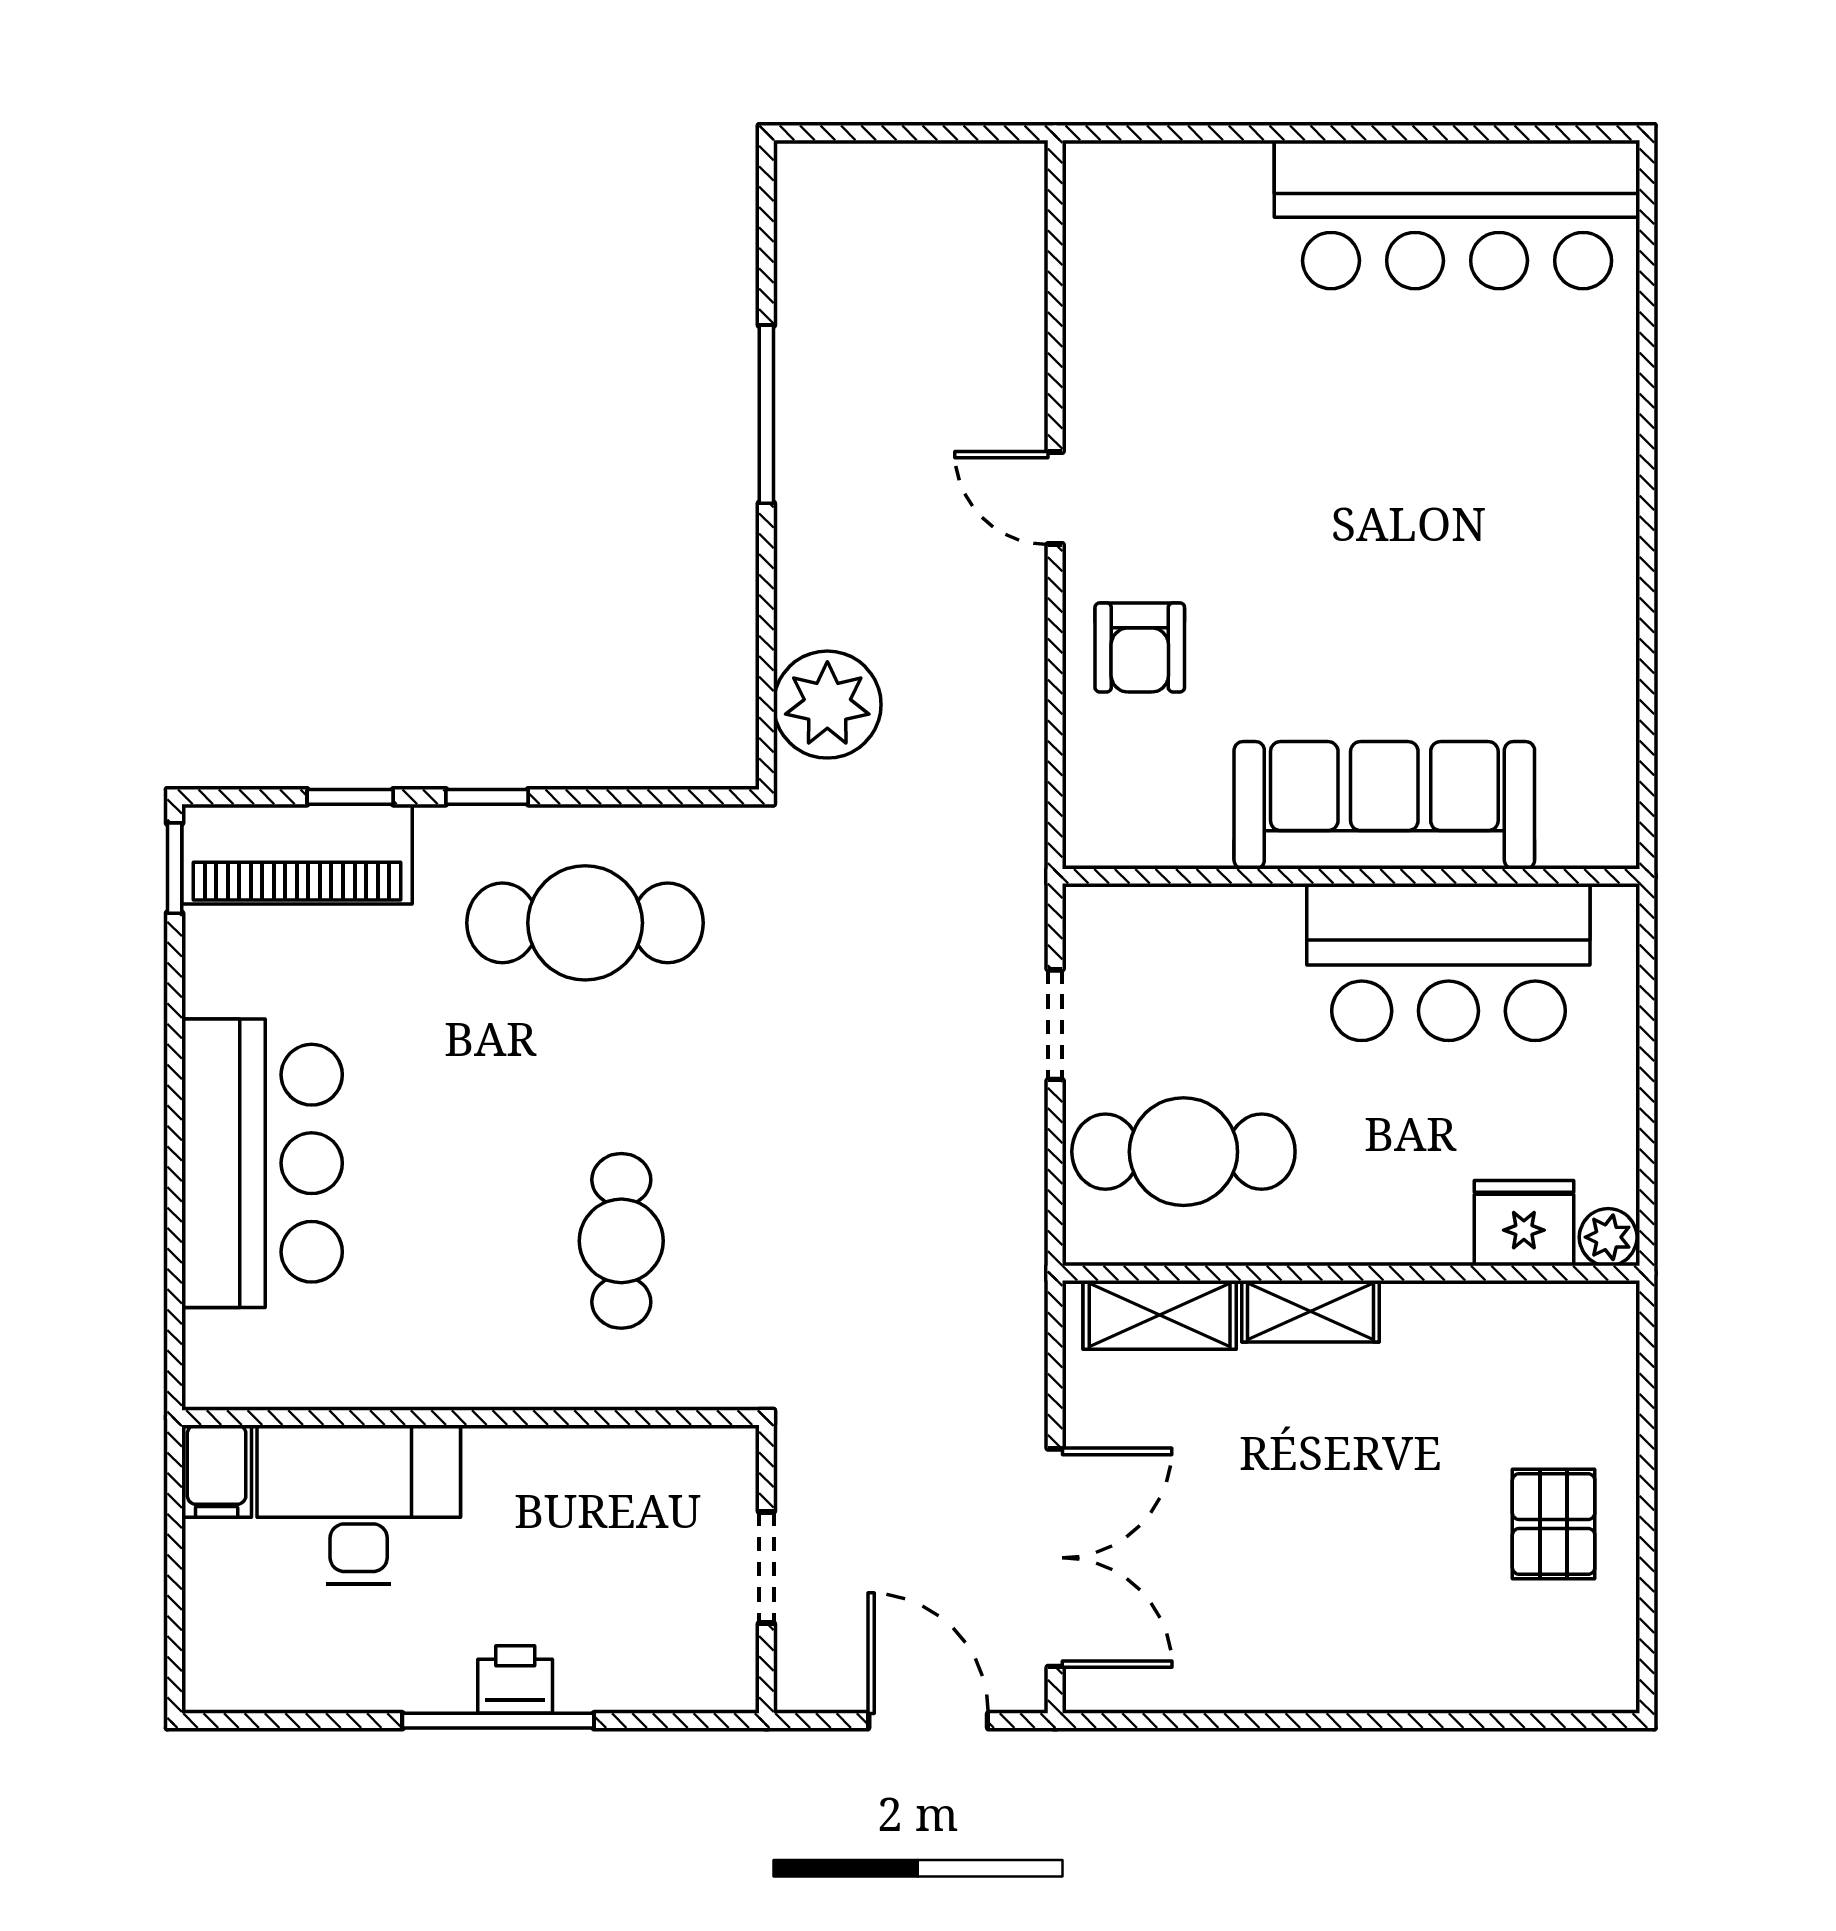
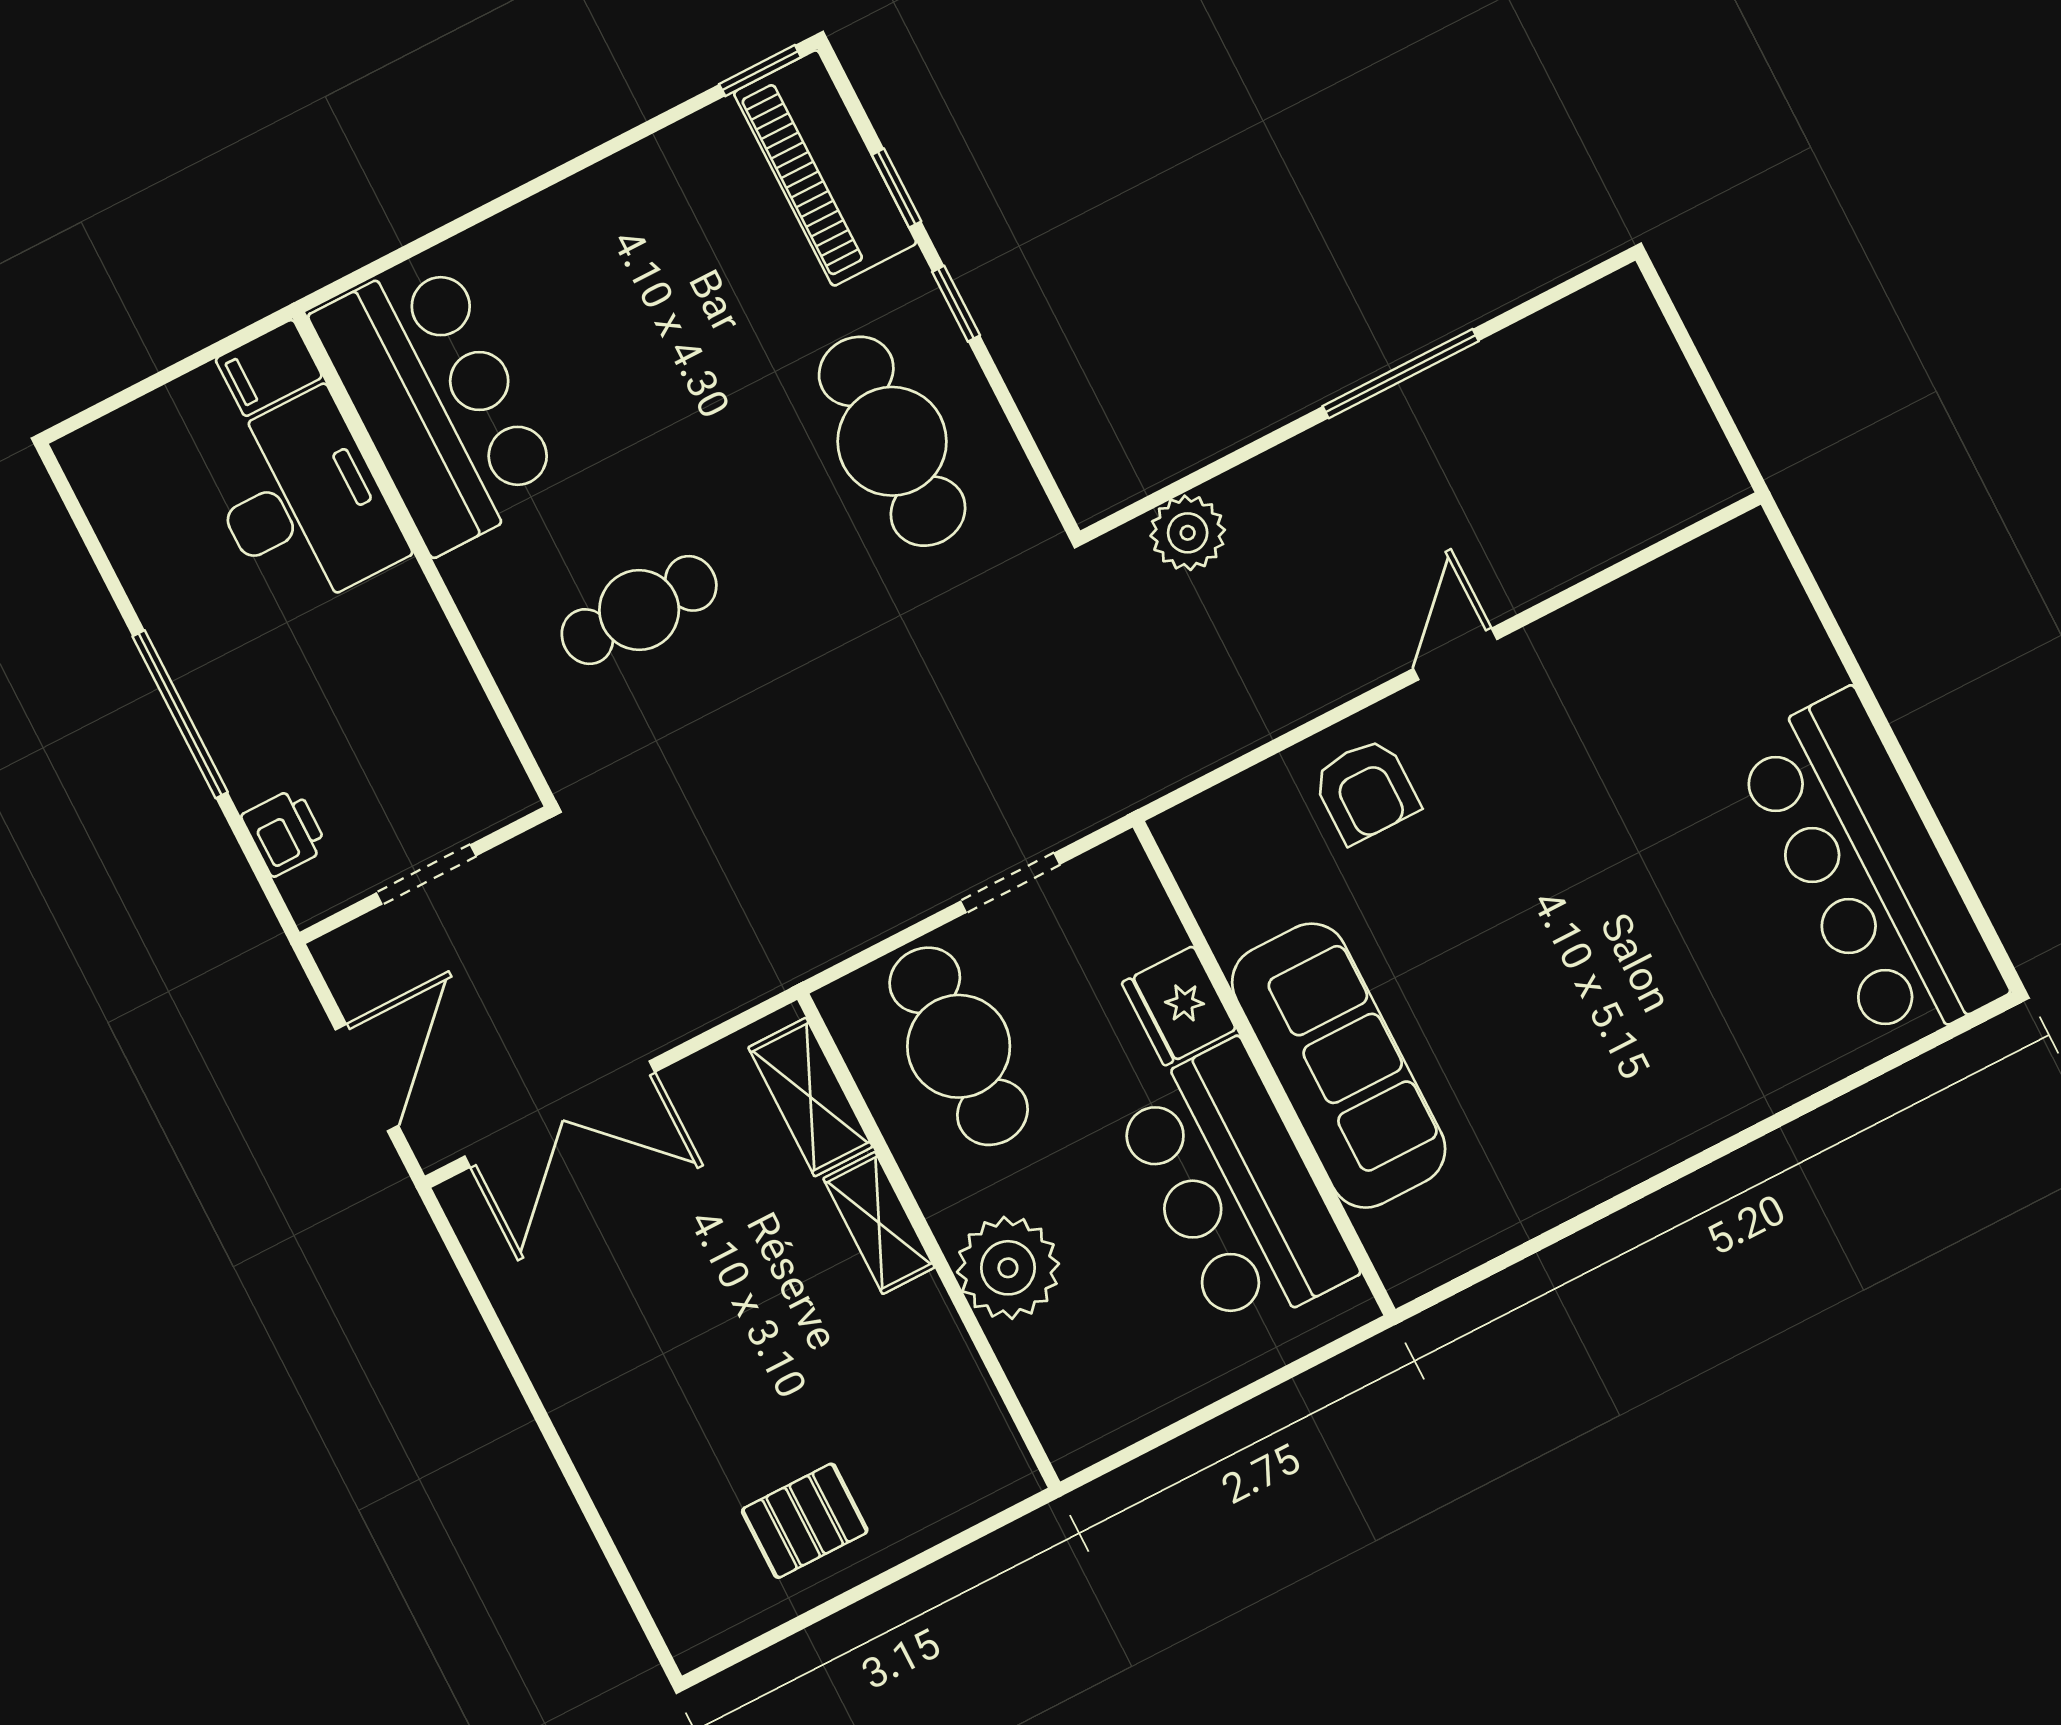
armchair: (1140, 647) -> (1366, 790), turned -90
plant: (827, 705) -> (1188, 533), width x0.73, depth x0.73
bar counter: (262, 1163) -> (437, 403), moved, turned -90
fridge: (1524, 1223) -> (1179, 1006), moved, turned 180
plant: (1608, 1237) -> (1008, 1268), moved, width x1.88, depth x1.88
printer: (515, 1680) -> (285, 832), moved

